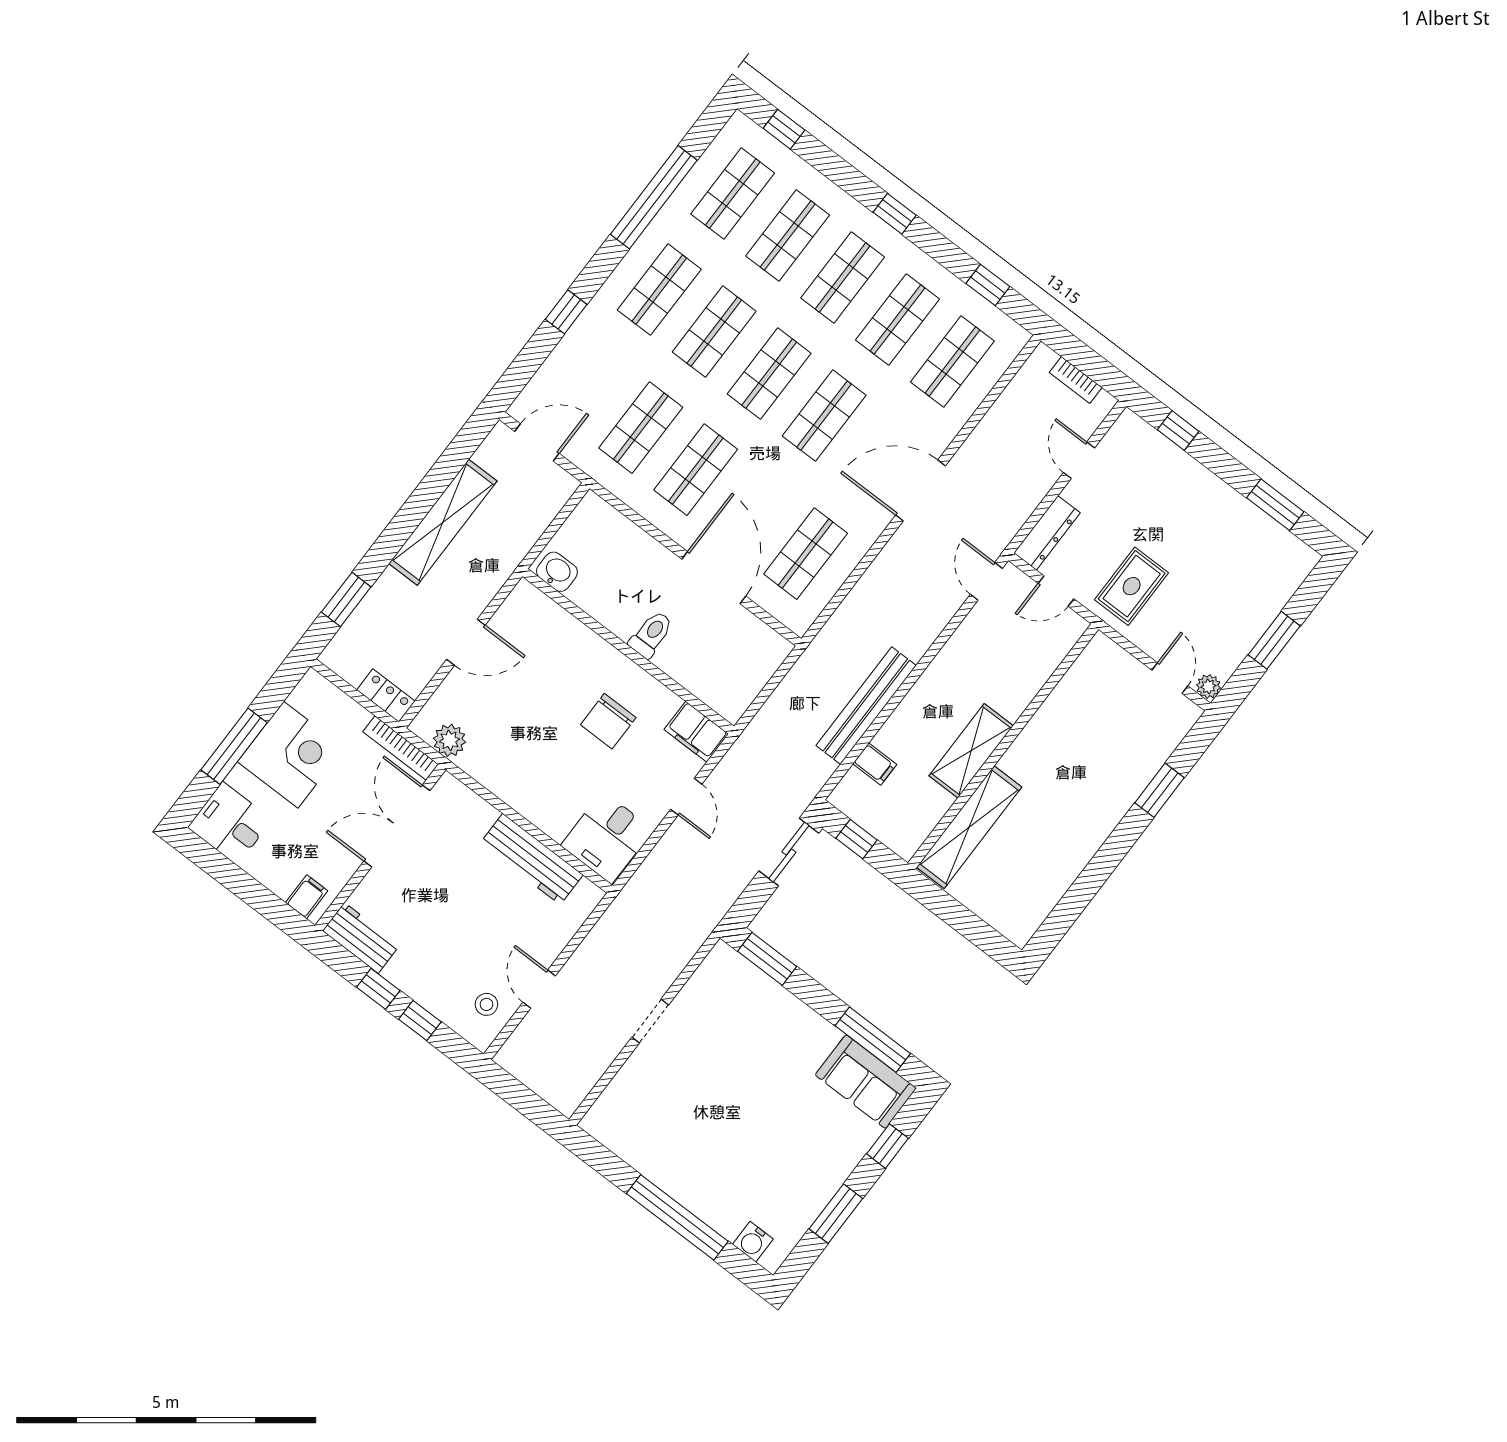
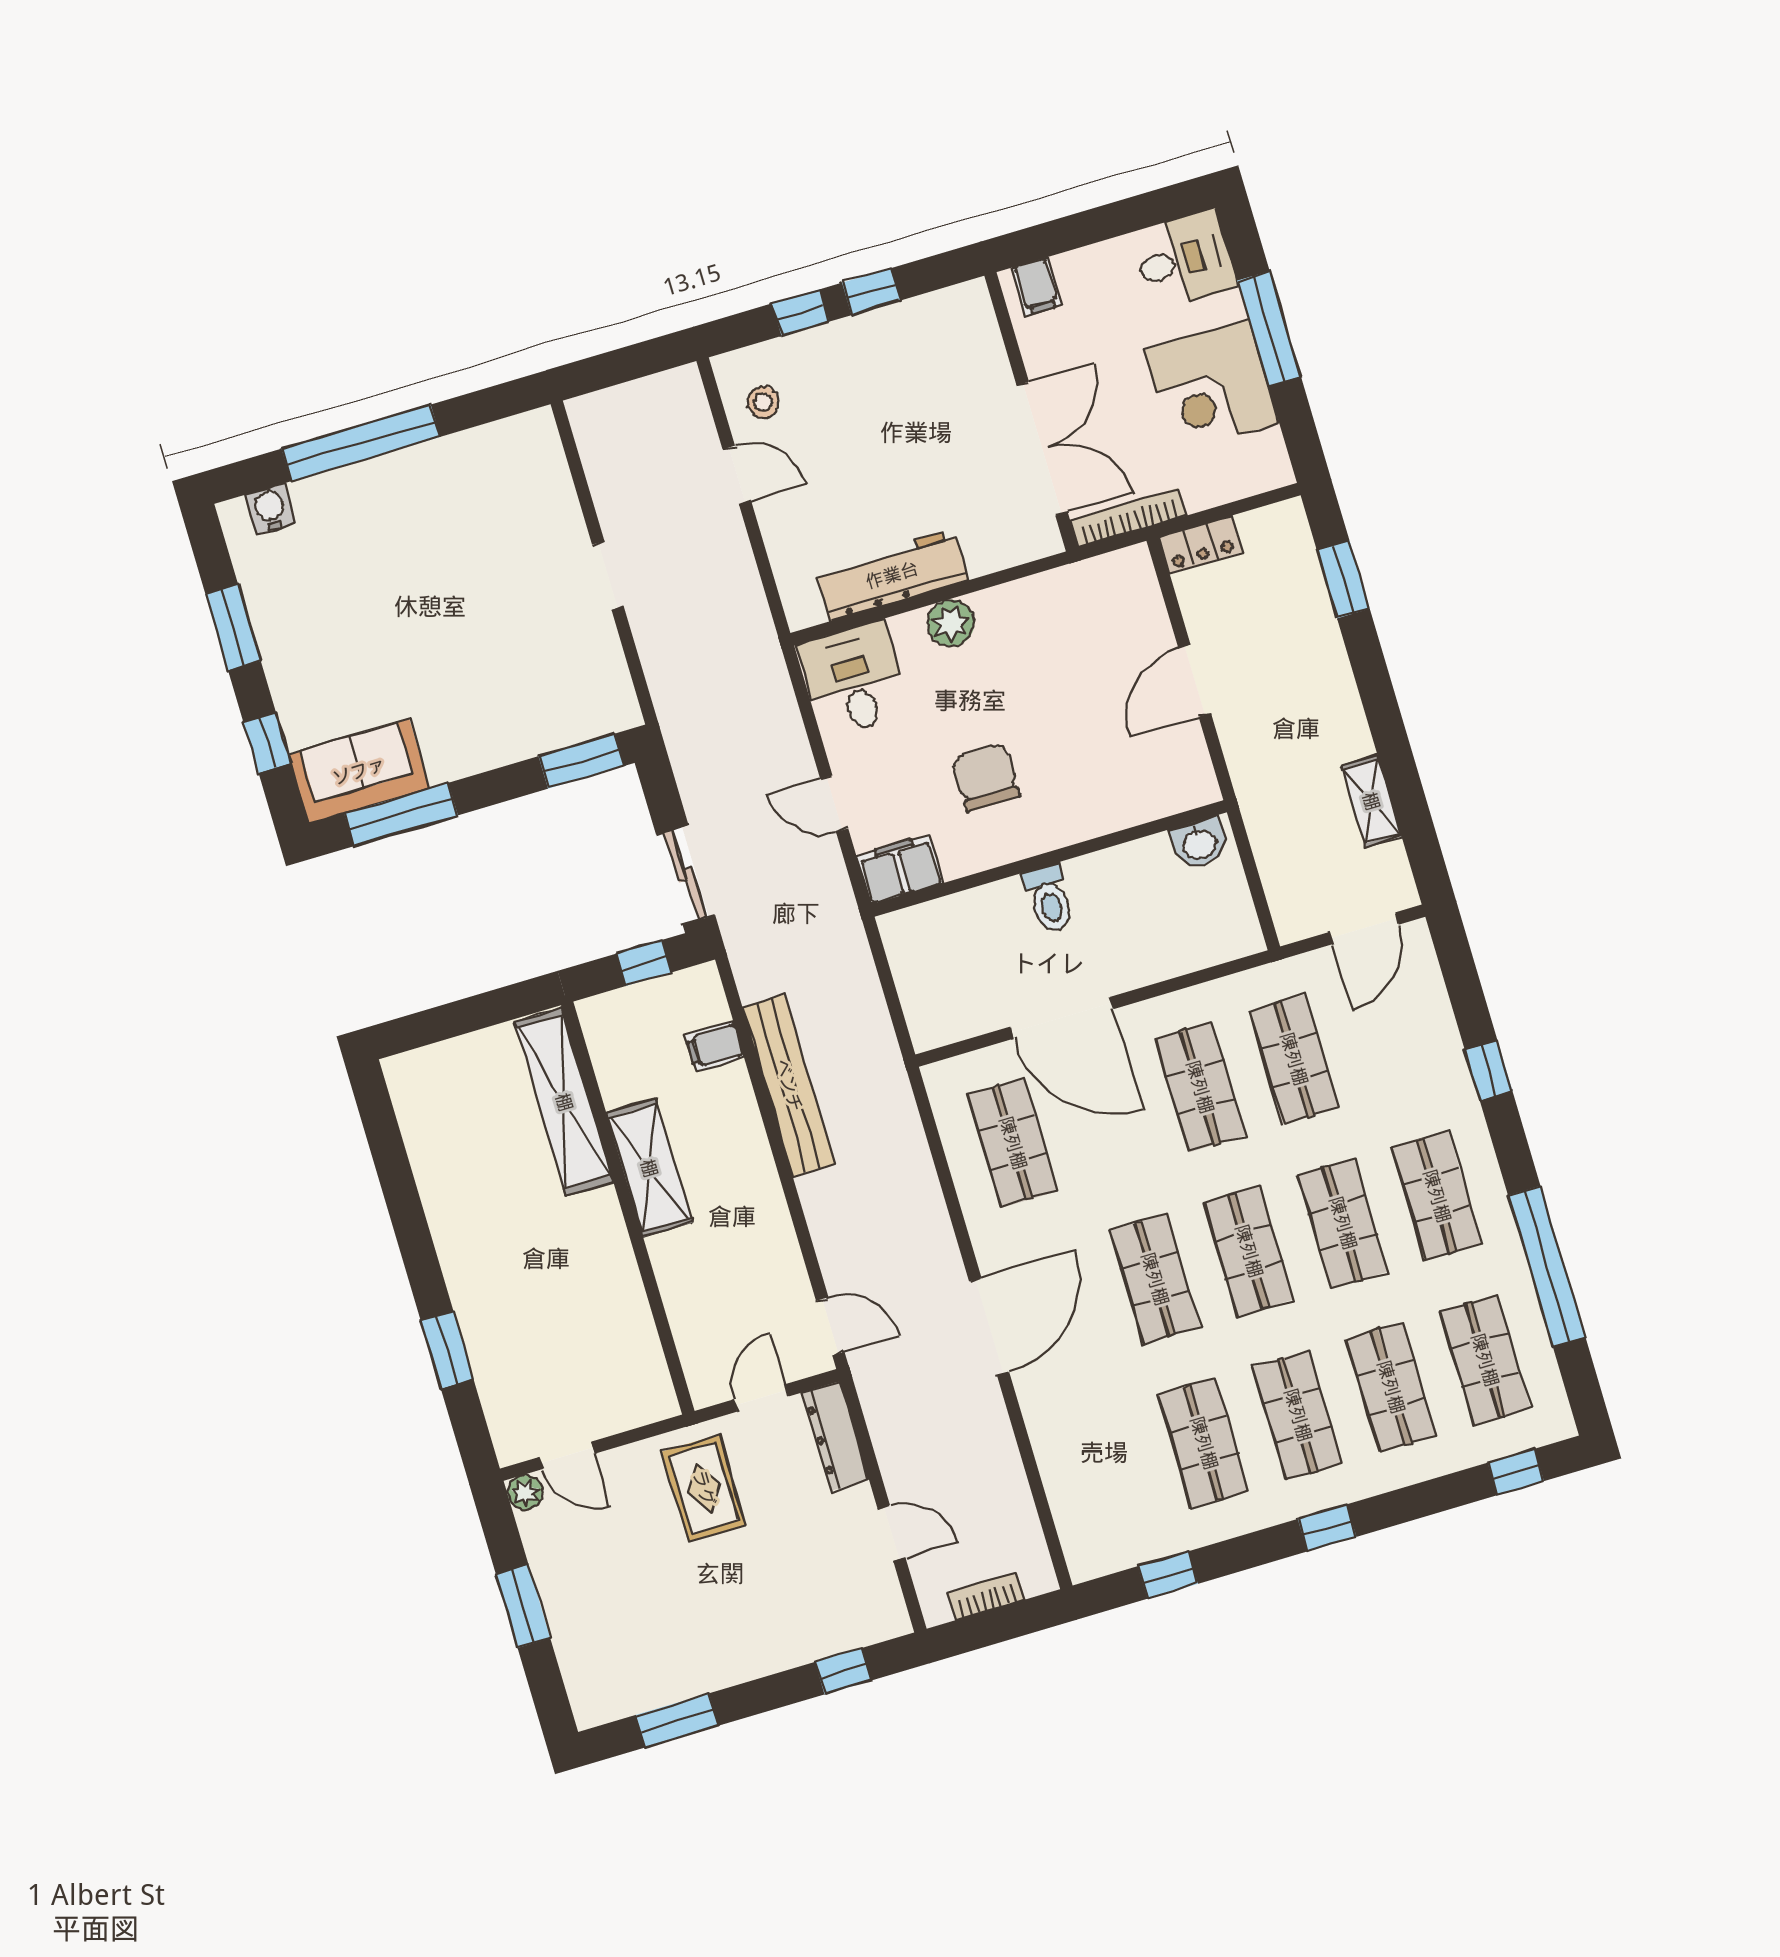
shop shelf: (952, 361) -> (1110, 1471), removed
shelving: (443, 522) -> (1371, 801), width x0.45, depth x0.75
plant: (449, 740) -> (951, 623), moved
workbench: (361, 938) -> (944, 314), removed

